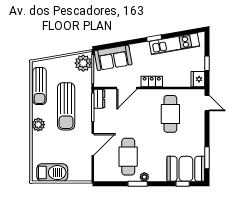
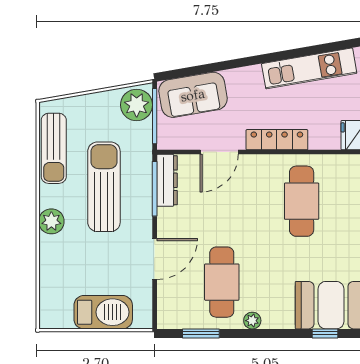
window: (154, 38) -> (271, 57), removed
locker: (152, 81) -> (277, 140), width x1.53
dresser: (99, 99) -> (167, 180), width x1.44
sun lounger: (66, 106) -> (104, 187), turned 180
barbecue: (52, 173) -> (103, 312), moved
window: (138, 184) -> (201, 333), moved

